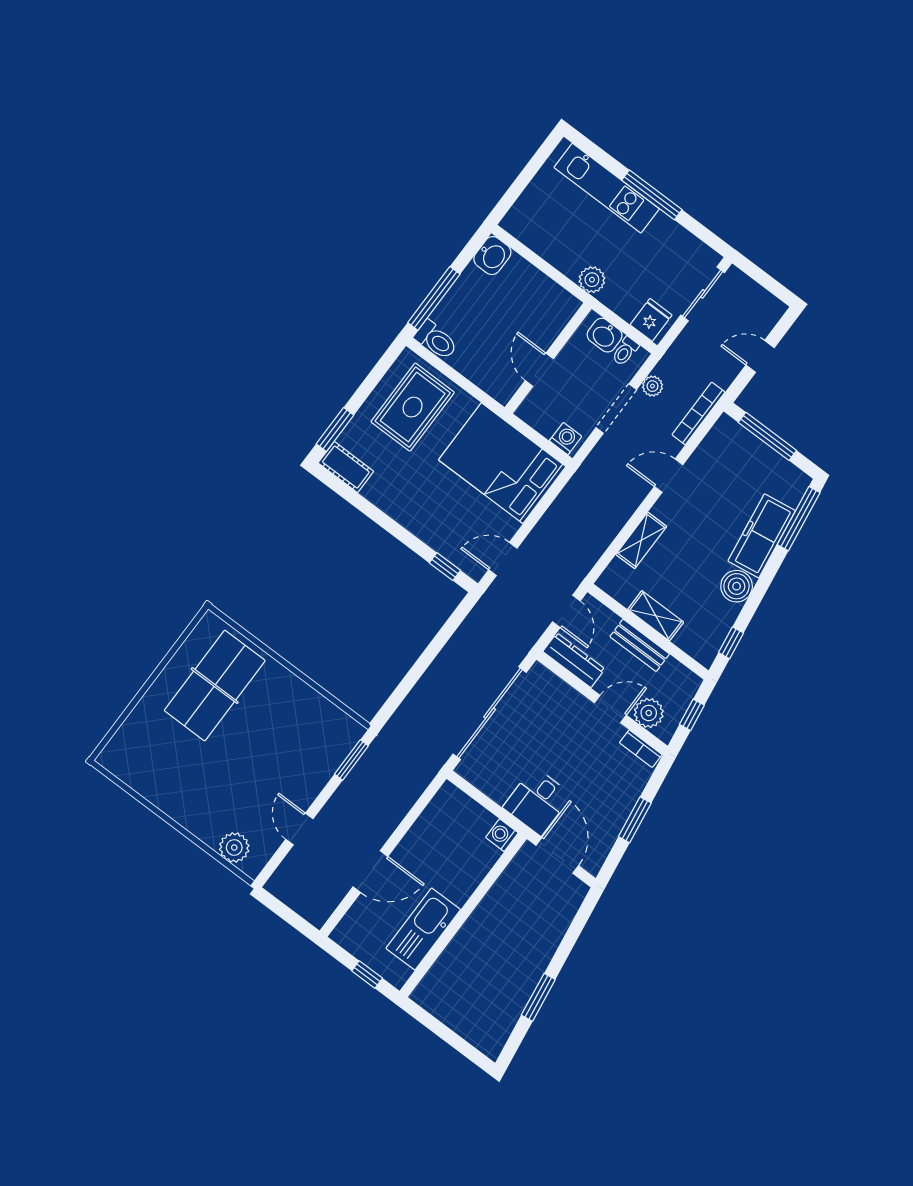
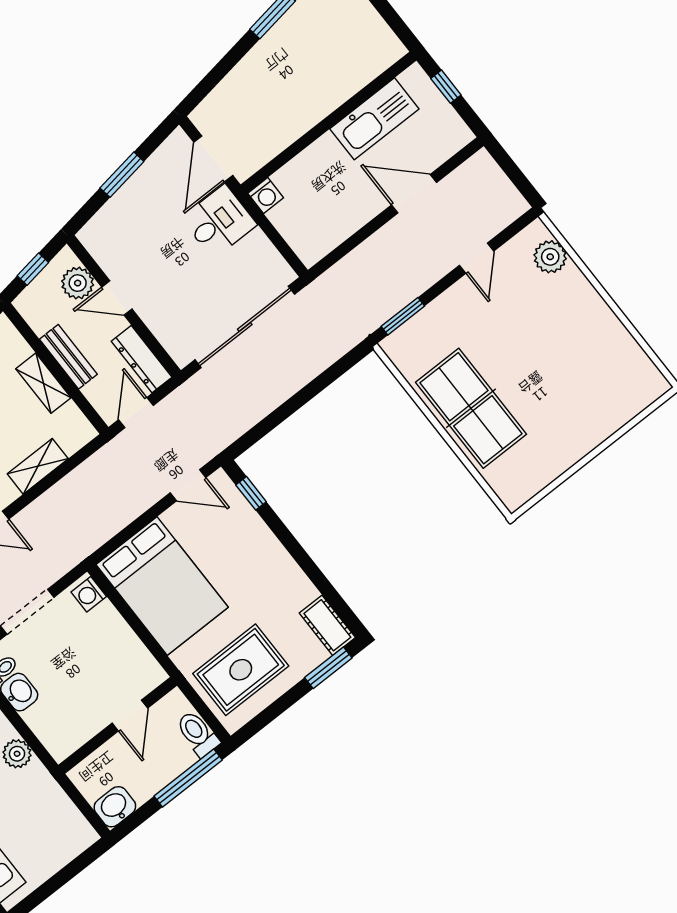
wall: (548, 358) -> (118, 725), moved
door: (539, 370) -> (130, 716), moved
table tennis table: (215, 686) -> (471, 408), moved, turned 90
bookcase: (641, 749) -> (96, 248), removed

